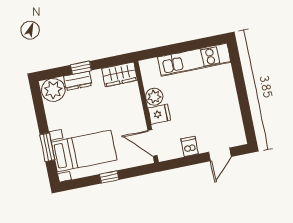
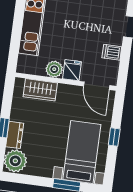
wardrobe: (120, 74) -> (40, 90), moved, turned 90
door: (153, 143) -> (97, 86), hinge flipped

